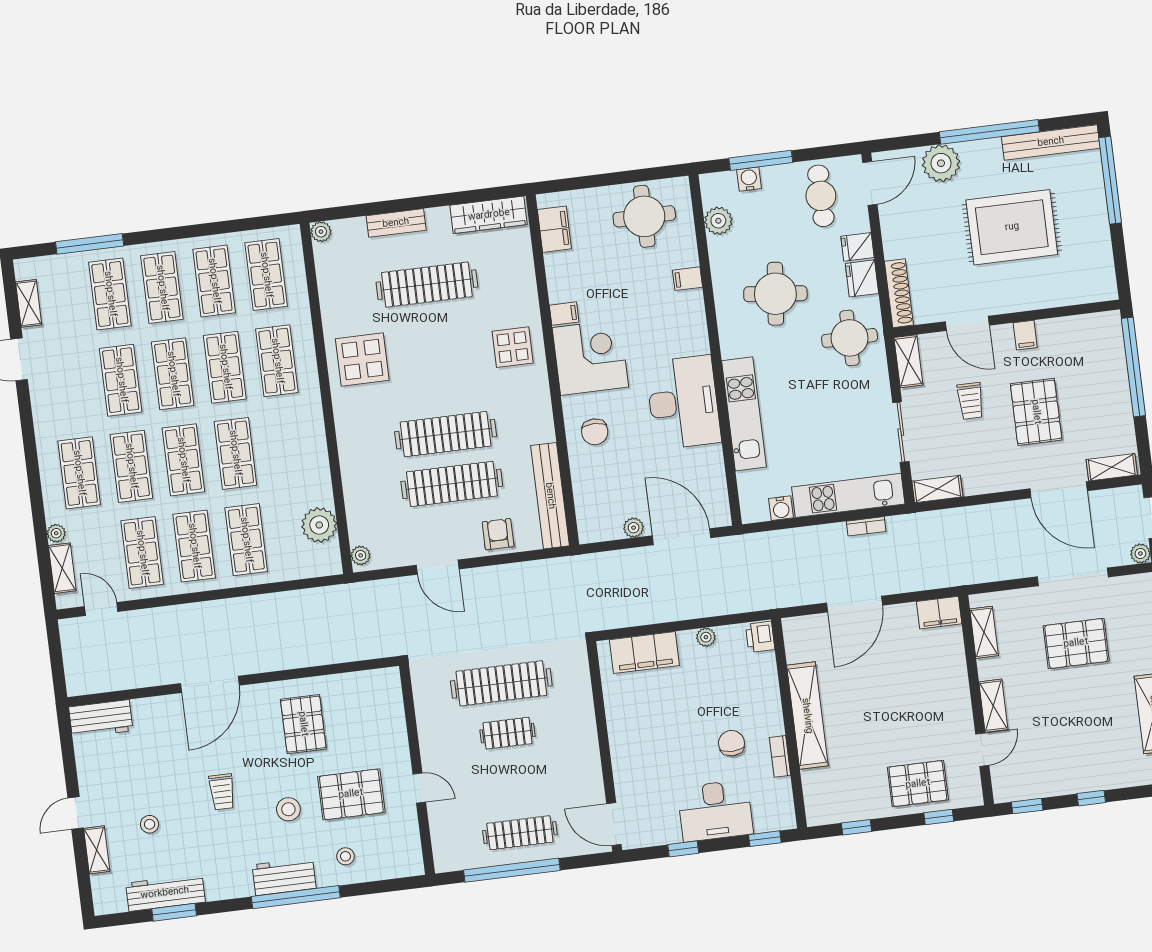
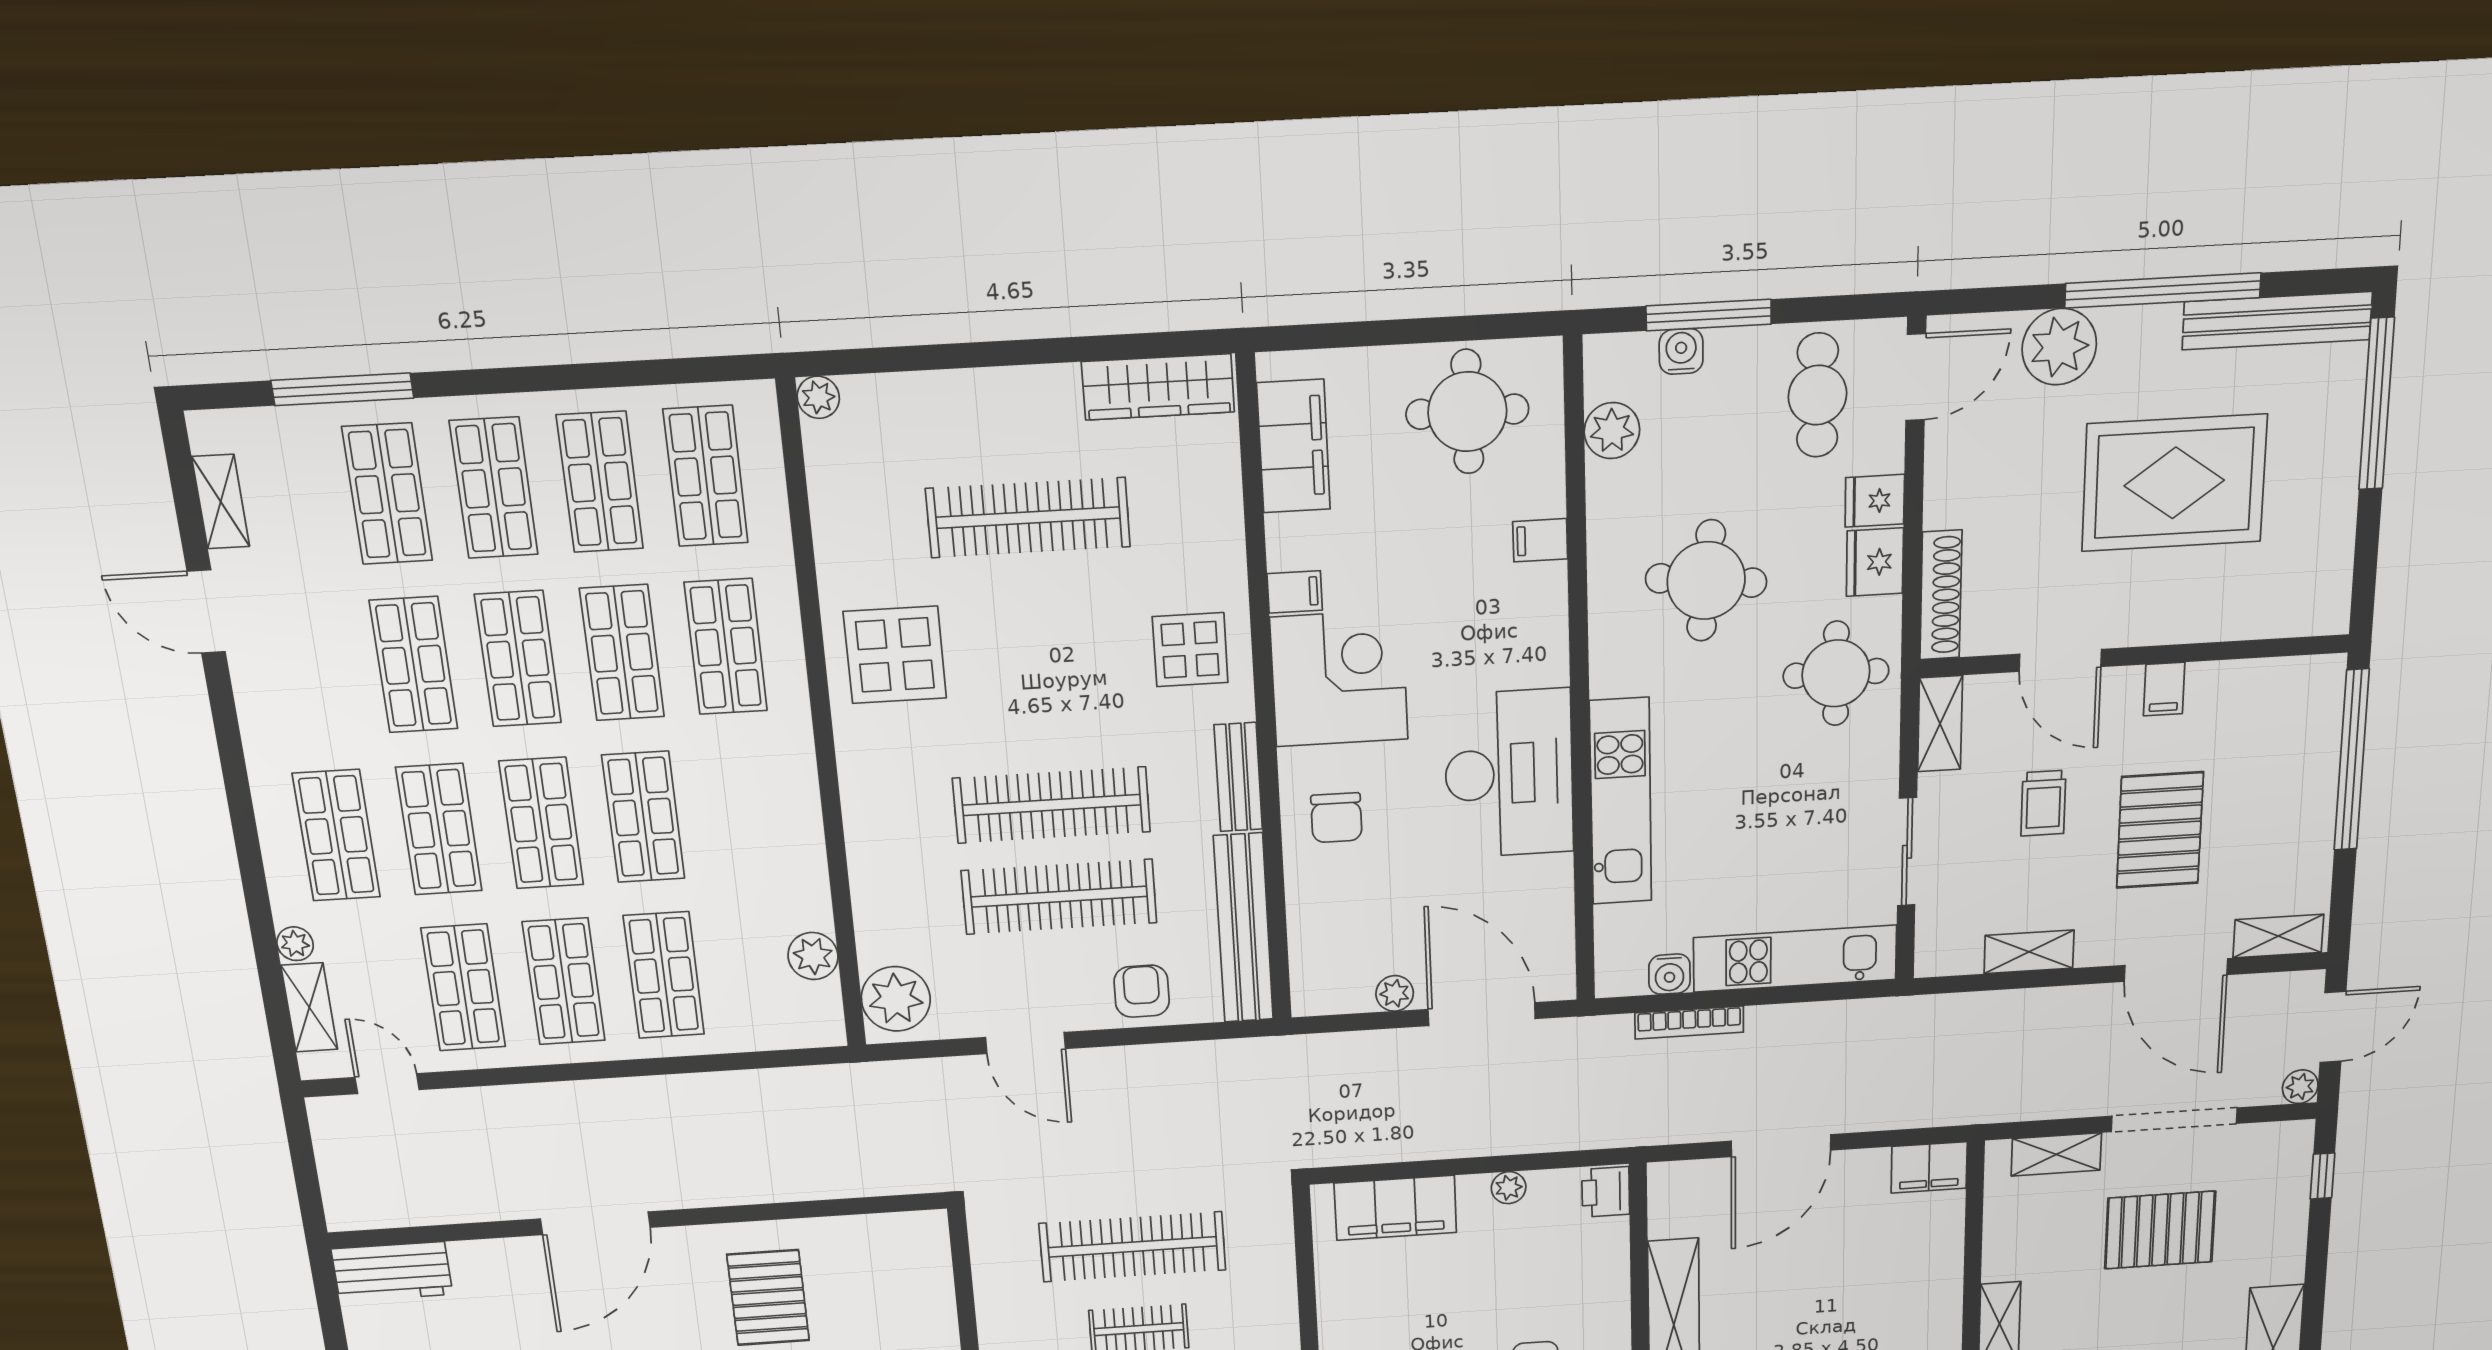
bench: (396, 223) -> (1238, 777), moved, turned 90
filing cabinet: (554, 229) -> (1294, 446), width x1.50, depth x1.17
shelving: (937, 489) -> (2029, 952), moved
plant: (319, 525) -> (813, 956), width x0.73, depth x0.73
bookcase: (866, 526) -> (1689, 1023), moved, width x1.56
plant: (361, 555) -> (896, 999), width x1.88, depth x1.88
shelving: (984, 632) -> (2056, 1154), moved, turned 90

